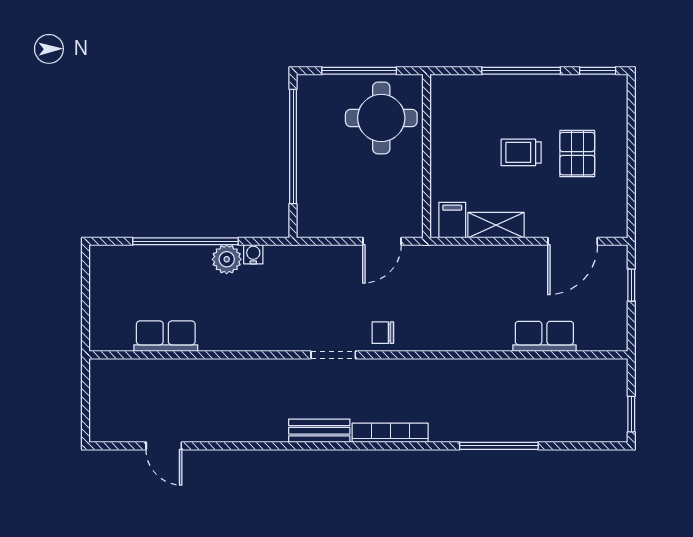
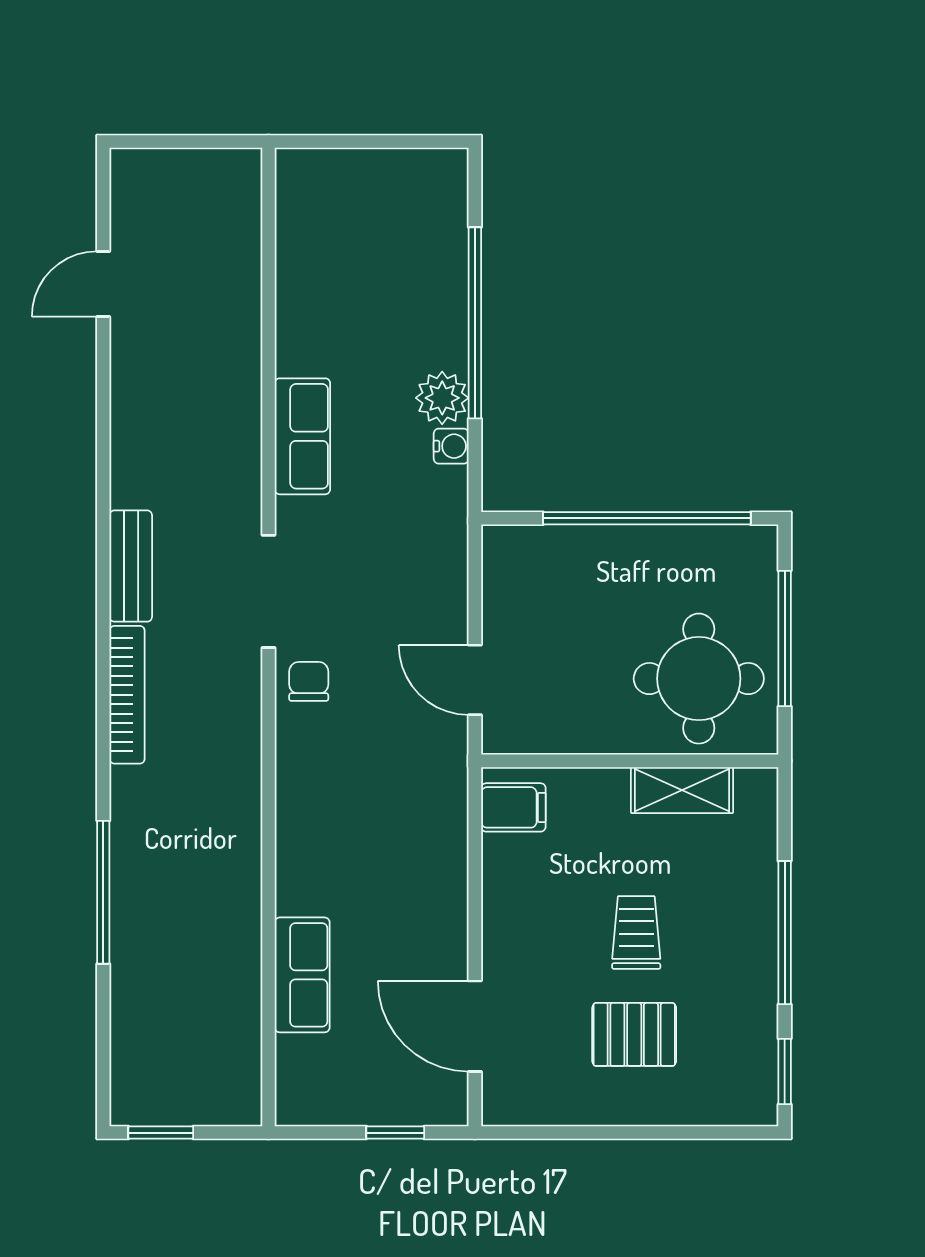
shelving: (496, 225) -> (682, 790), moved, turned 90
row of seats: (166, 336) -> (302, 436), moved
doorway: (333, 355) -> (268, 591), width x1.38

